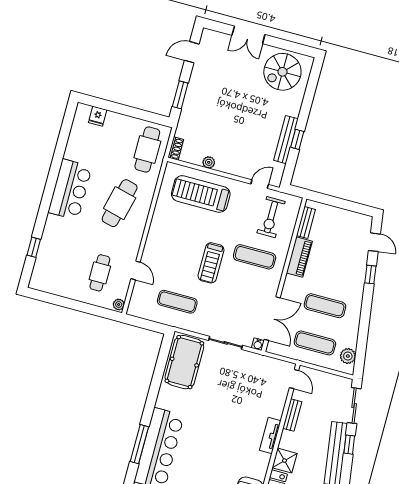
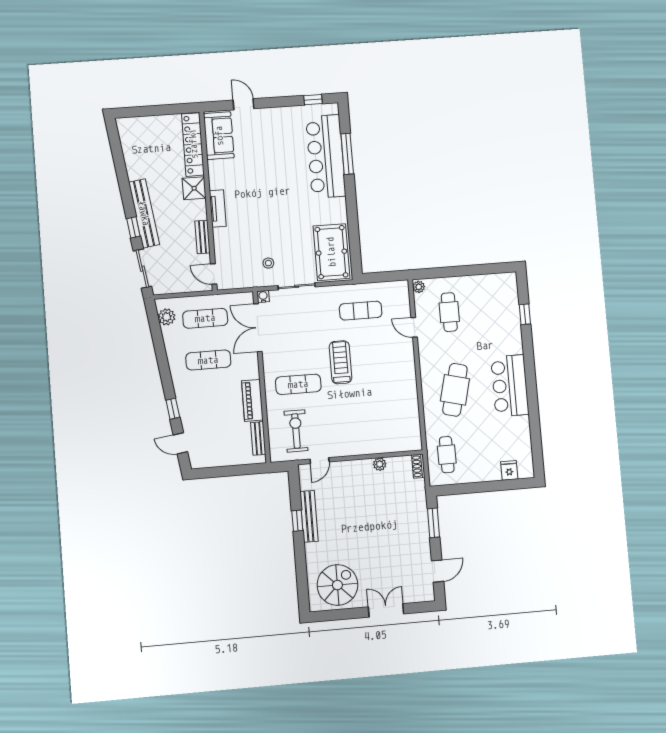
cafe table: (147, 149) -> (447, 455), width x0.73, depth x0.74
treadmill: (201, 194) -> (376, 429), removed
stool: (243, 372) -> (268, 263), added

